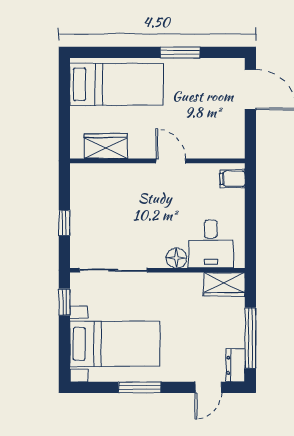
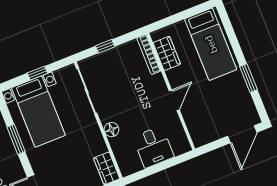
bookcase: (98, 170) -> (149, 54), added
filing cabinet: (233, 179) -> (179, 146), removed
desk: (211, 244) -> (153, 147), moved, turned -90
window: (64, 302) -> (37, 73), moved

